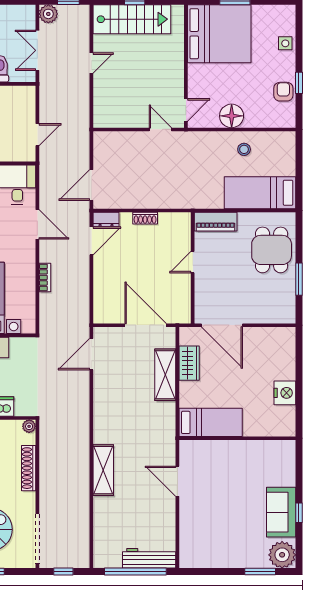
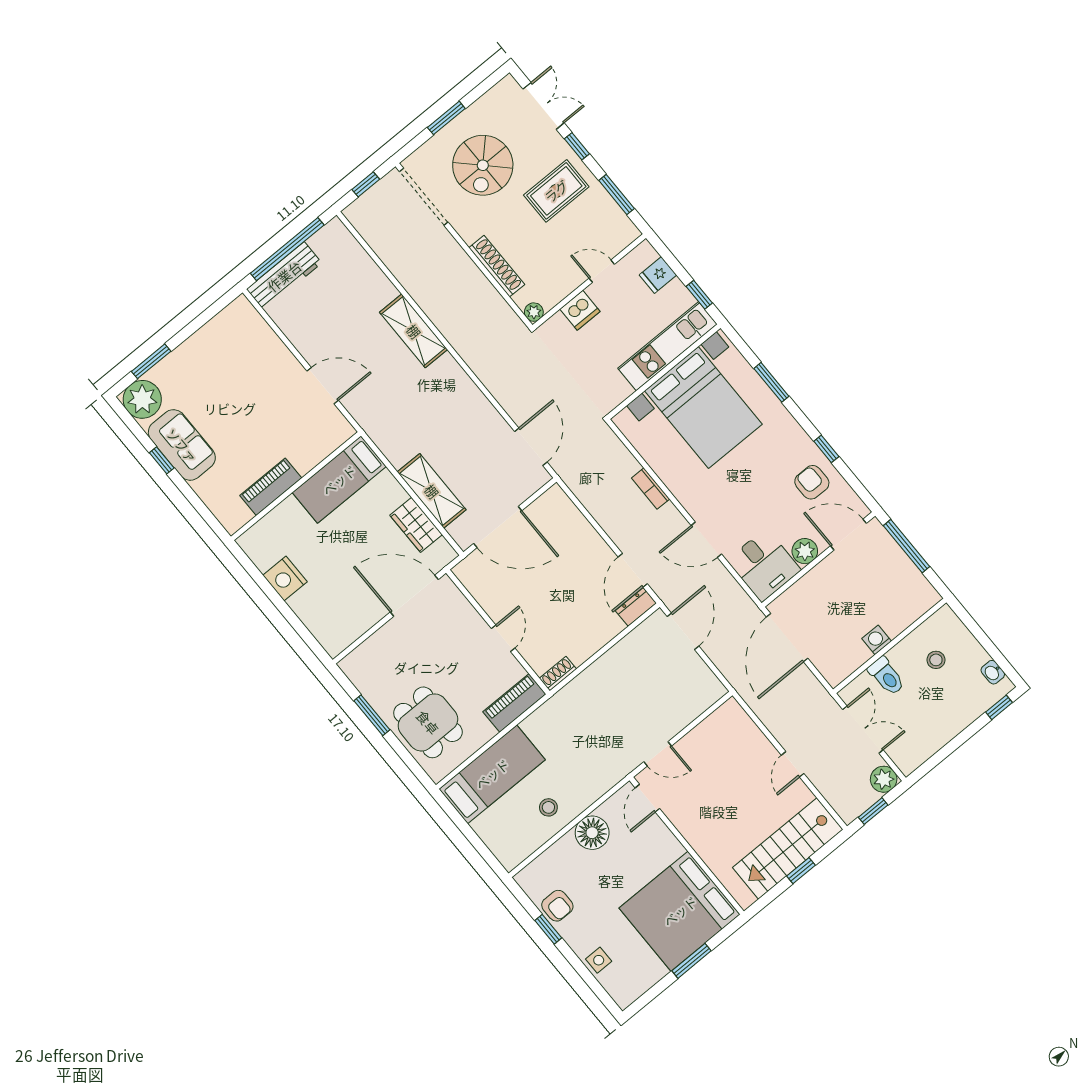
door: (37, 135) -> (787, 638), width x1.88
shoe rack: (145, 218) -> (558, 674), moved
piano: (251, 449) -> (271, 487), added

